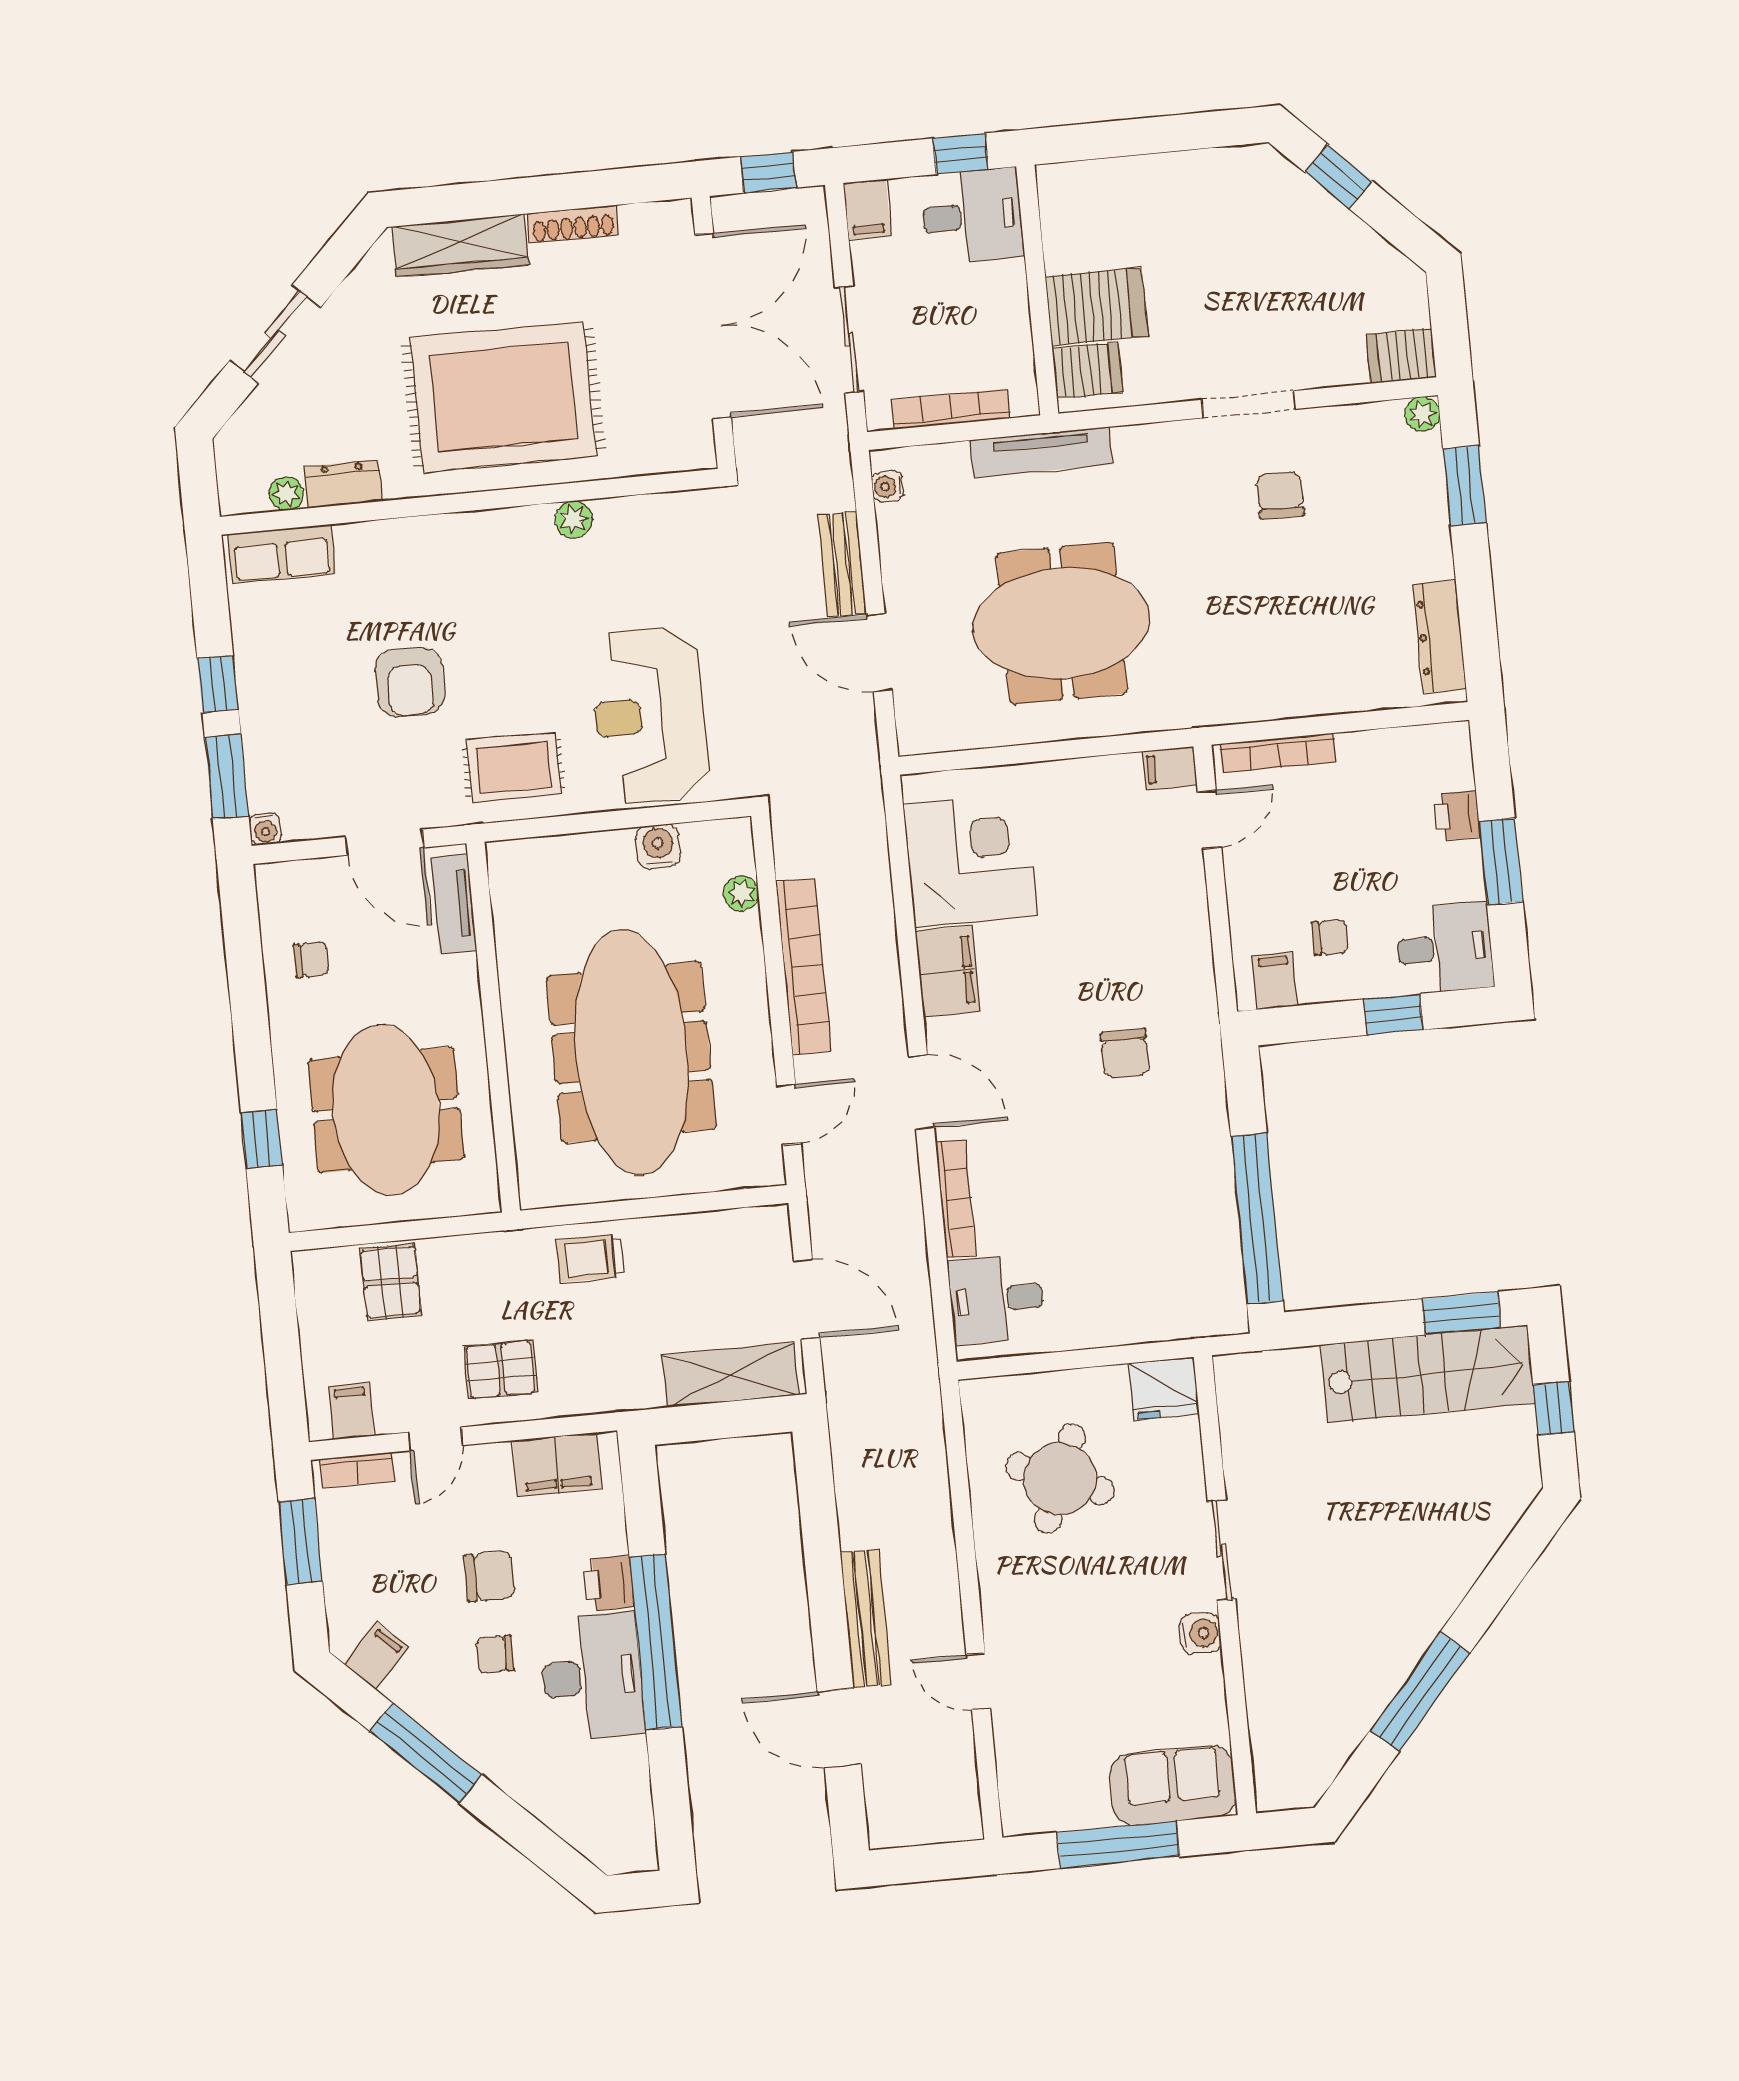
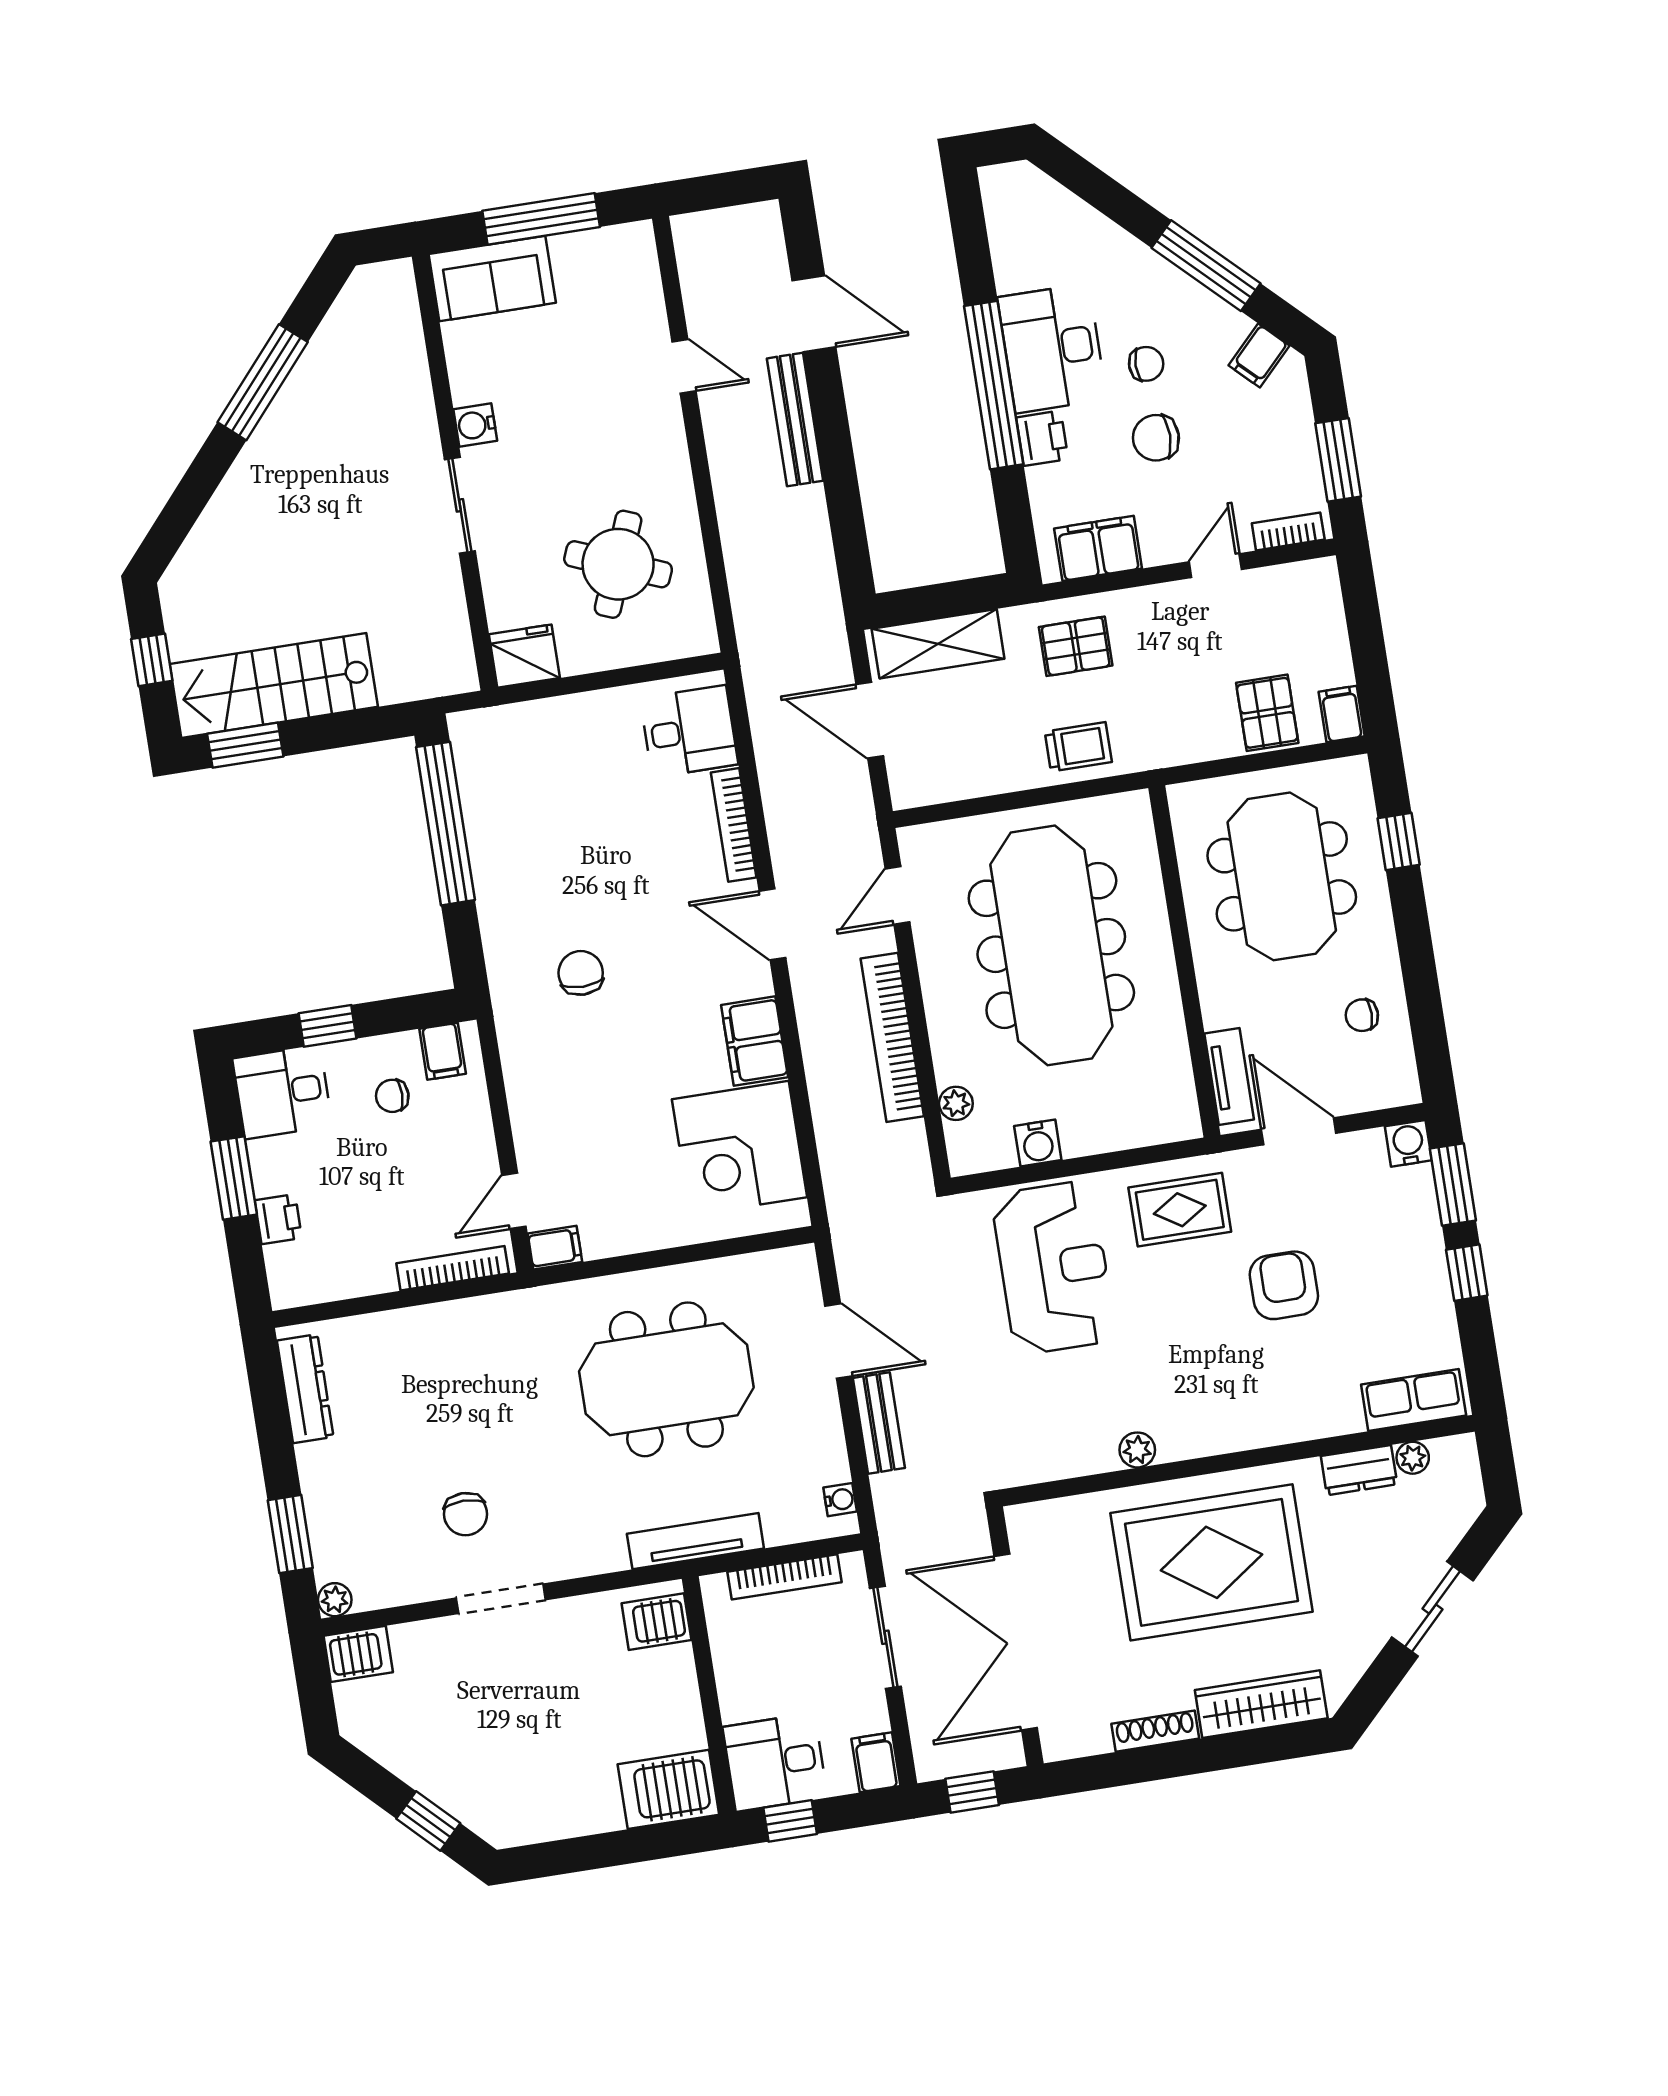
server rack: (1096, 306) -> (668, 1789), moved
water cooler: (265, 829) -> (1408, 1143), width x1.38, depth x1.38
pallet: (501, 1370) -> (1076, 646), moved
filing cabinet: (351, 1411) -> (1342, 714), moved, turned 180

